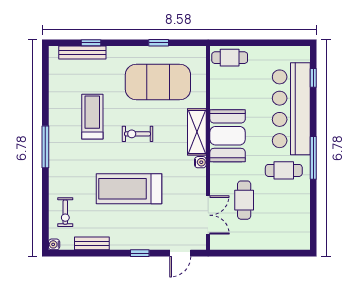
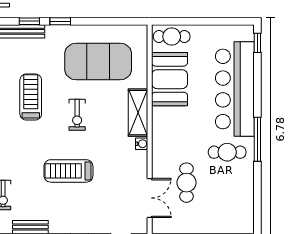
window: (159, 43) -> (60, 21), moved
window: (313, 78) -> (257, 43), moved
exercise bike: (137, 134) -> (77, 115), turned -90
booth: (228, 136) -> (169, 79), moved
treadmill: (129, 189) -> (68, 171), width x0.73, depth x0.73

